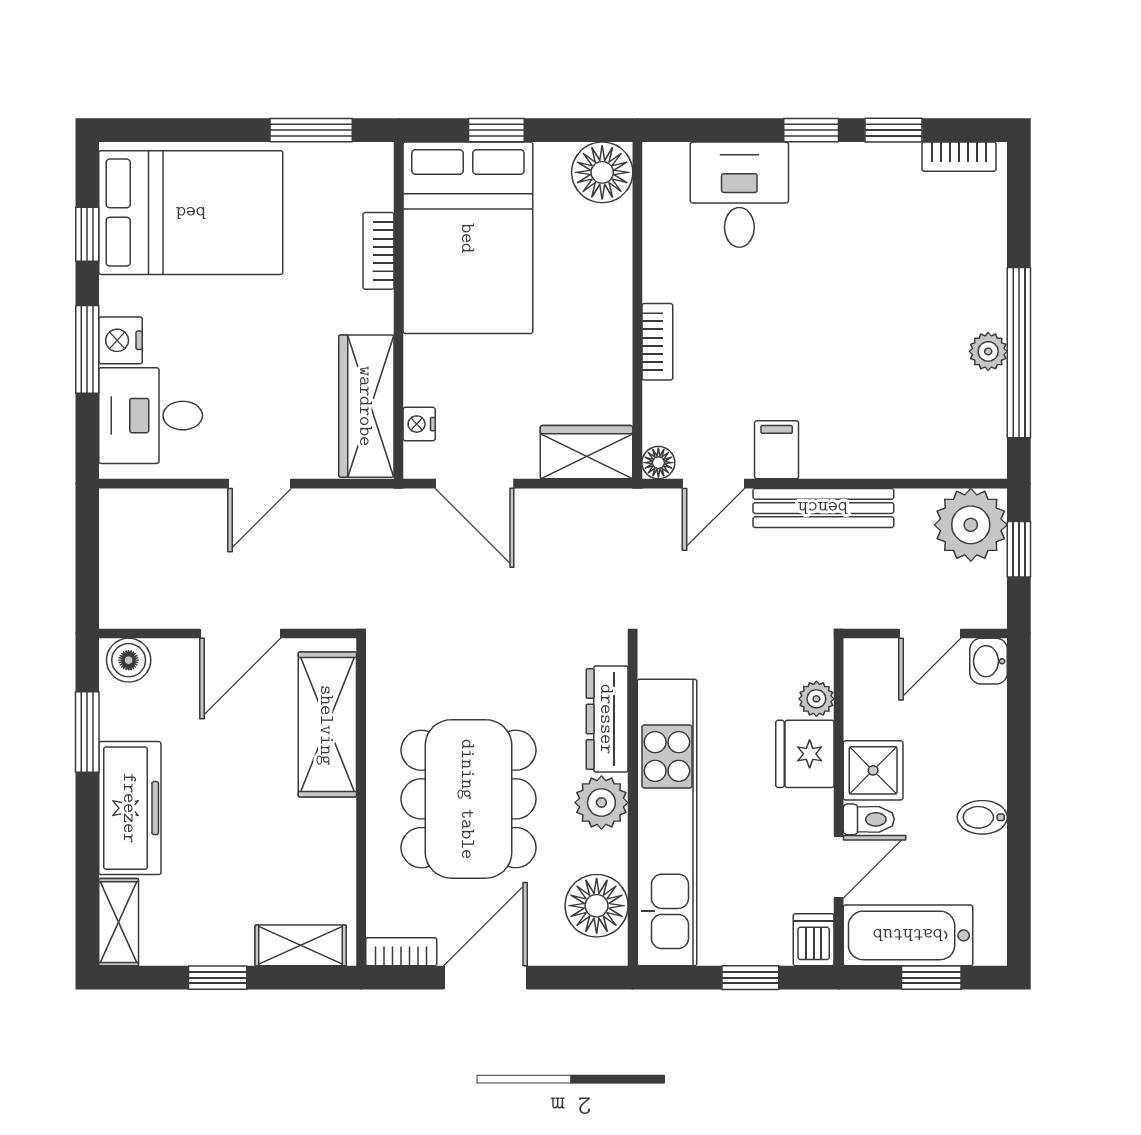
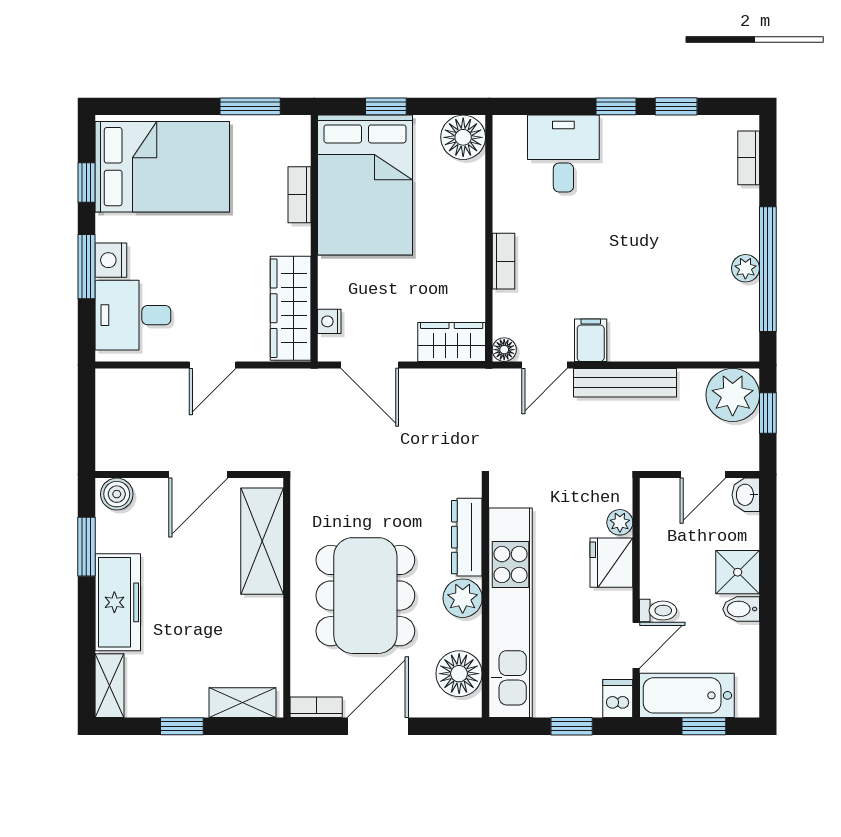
bookcase: (959, 157) -> (749, 158), moved, turned 90
shower: (873, 770) -> (738, 572), moved

